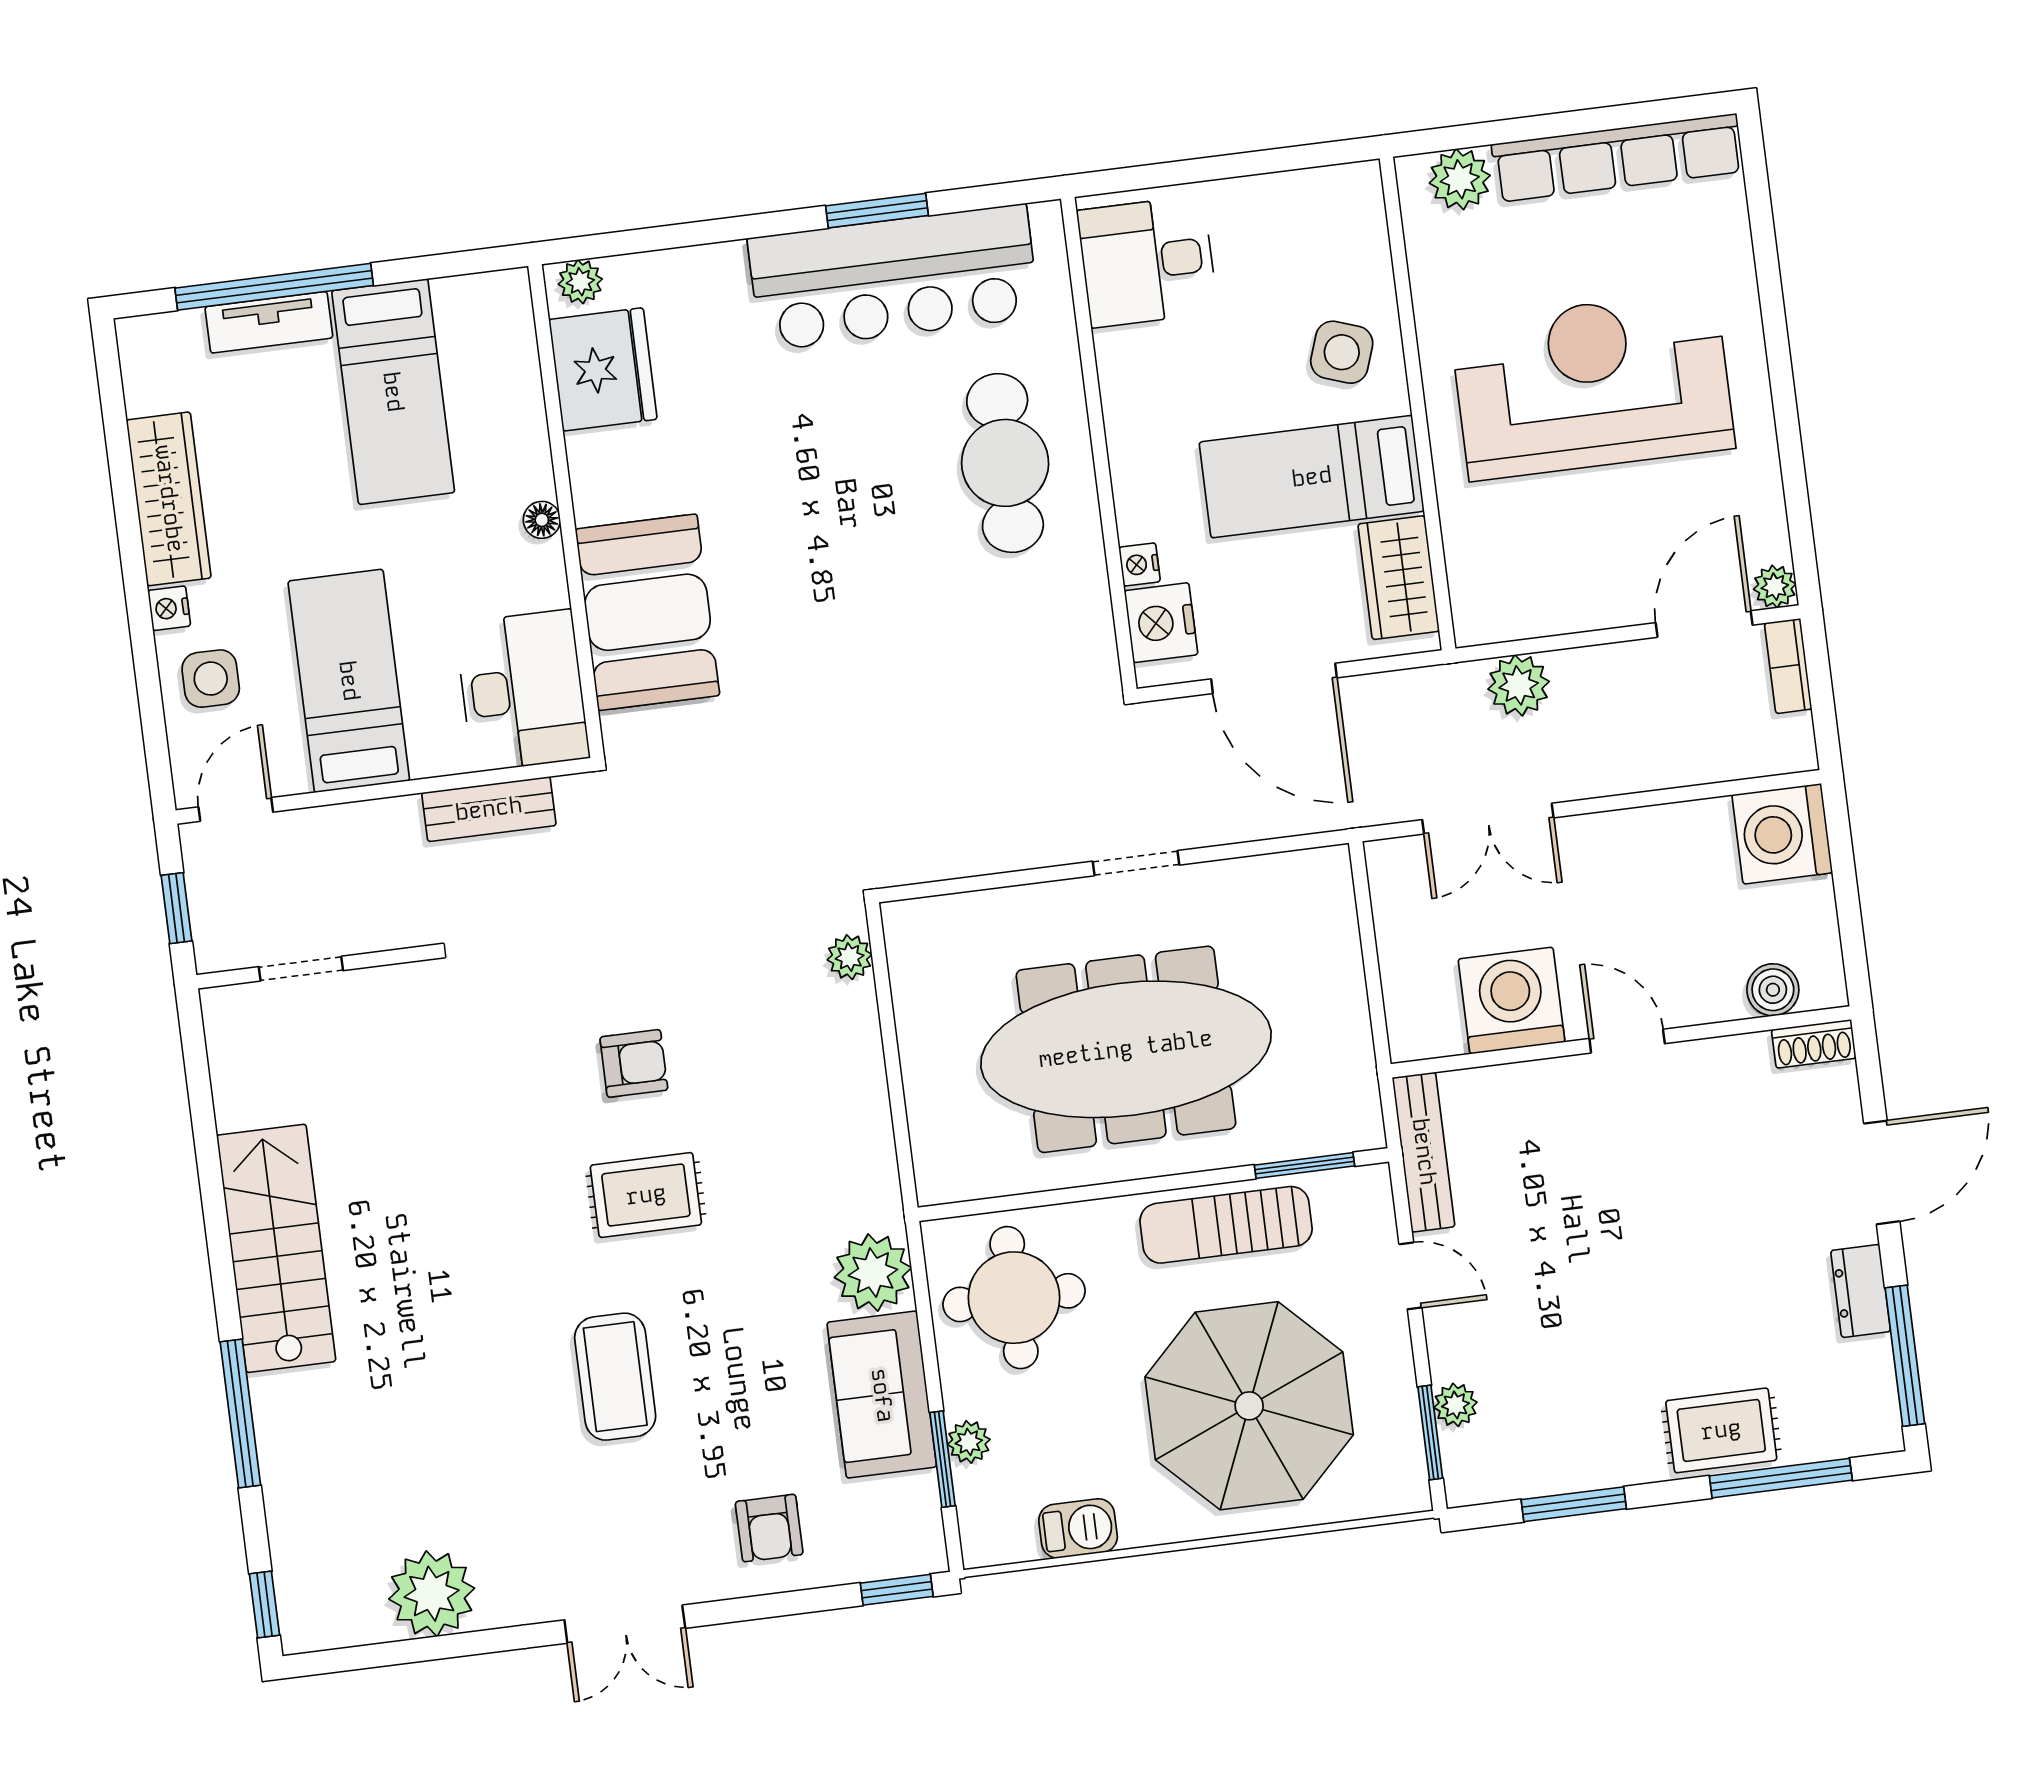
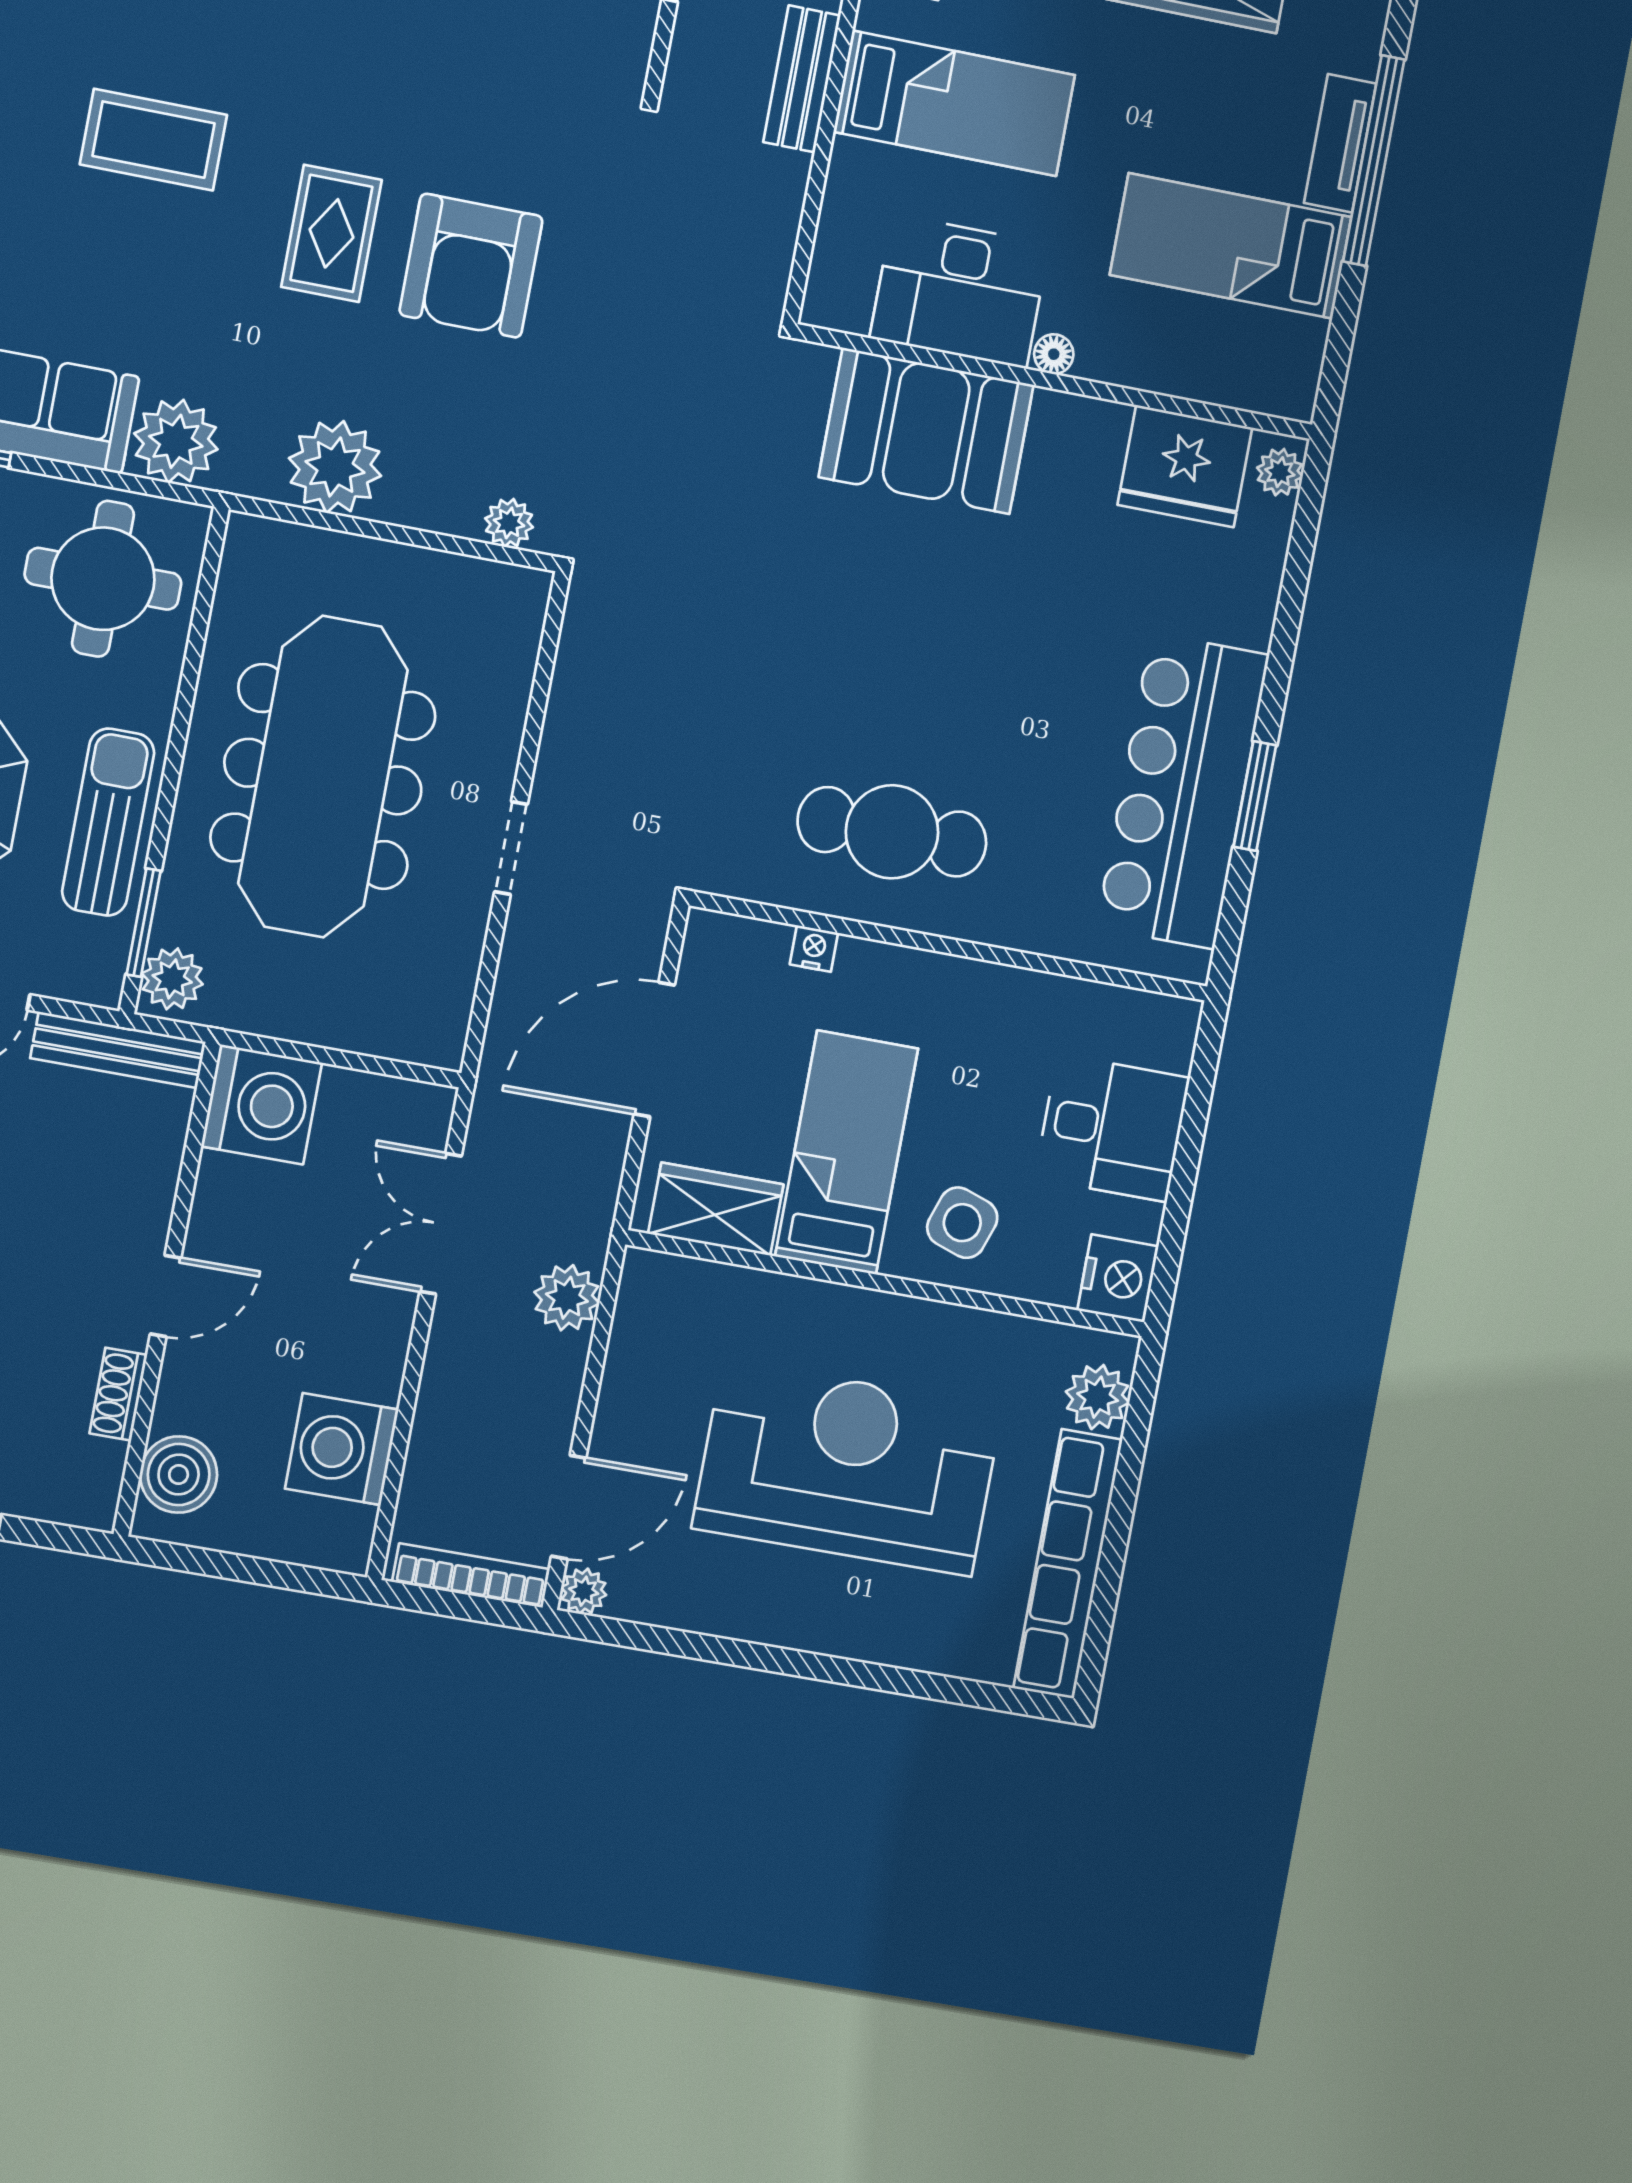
desk: (1147, 262) -> (1112, 1128), moved, turned 90
reception desk: (1592, 385) -> (847, 1468), turned -90
cafe table: (1005, 463) -> (892, 832), moved
nightstand: (1161, 623) -> (1118, 1278), moved, turned 90
door: (1704, 624) -> (569, 1507), hinge flipped
bookcase: (1788, 666) -> (471, 1575), width x1.56
desk: (522, 691) -> (960, 291), moved
bench: (489, 809) -> (802, 79), moved
washing machine: (1782, 834) -> (342, 1449), moved, turned -90
boiler: (1773, 990) -> (179, 1475), width x1.36, depth x1.36
washing machine: (1511, 1001) -> (262, 1104), moved
shoe rack: (1814, 1044) -> (118, 1394), moved
armchair: (634, 1063) -> (471, 266), width x1.88, depth x1.88
plant: (1346, 1125) -> (172, 979), added
plant: (850, 1126) -> (335, 467), added

